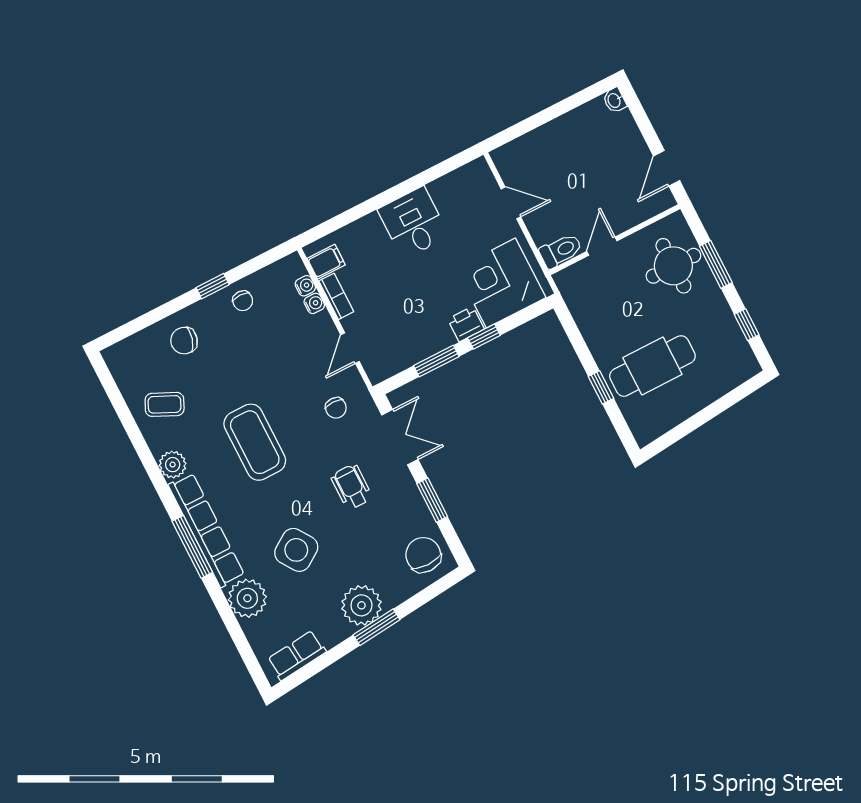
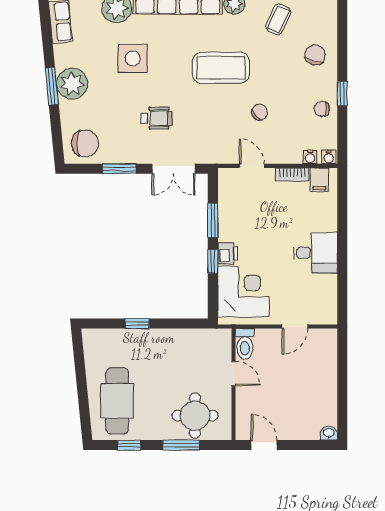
water cooler: (314, 303) -> (329, 157), moved
cafe table: (652, 366) -> (117, 401), moved
chair: (336, 408) -> (260, 112), moved, turned 139
side table: (296, 550) -> (133, 58), turned 34

